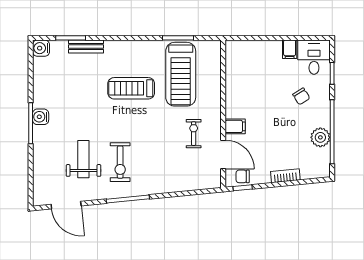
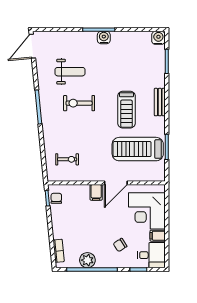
bench: (86, 46) -> (160, 102), moved
corner desk: (258, 63) -> (147, 211), added
treadmill: (131, 88) -> (126, 110), turned 180
exercise bike: (194, 134) -> (67, 159), moved
door: (223, 154) -> (116, 183), moved
exercise bike: (120, 162) -> (79, 103), moved
bookcase: (285, 176) -> (59, 251), moved
door: (66, 205) -> (32, 46), moved

